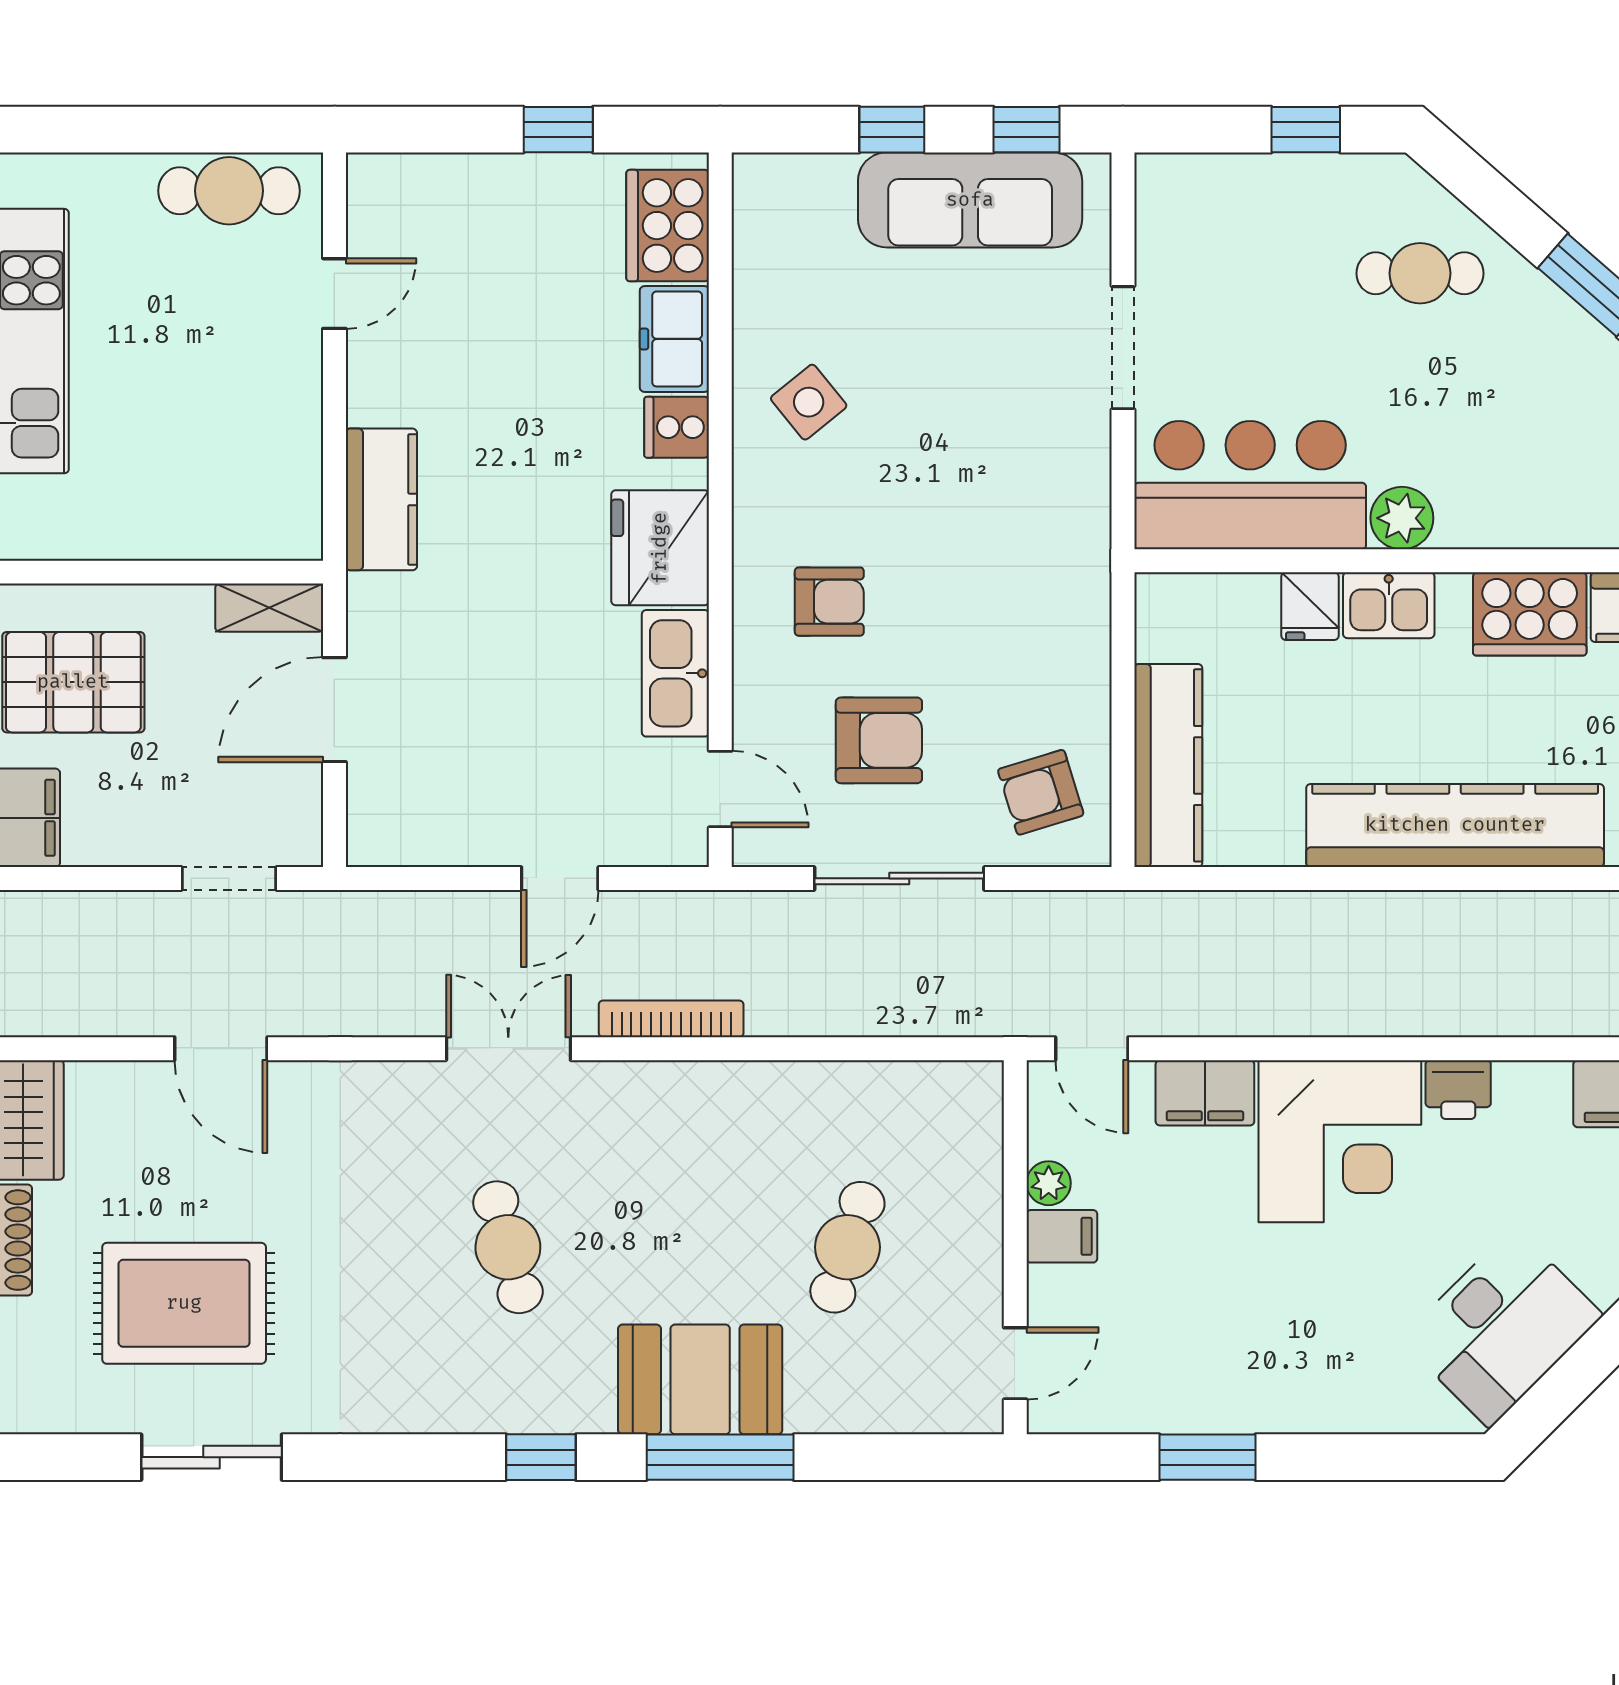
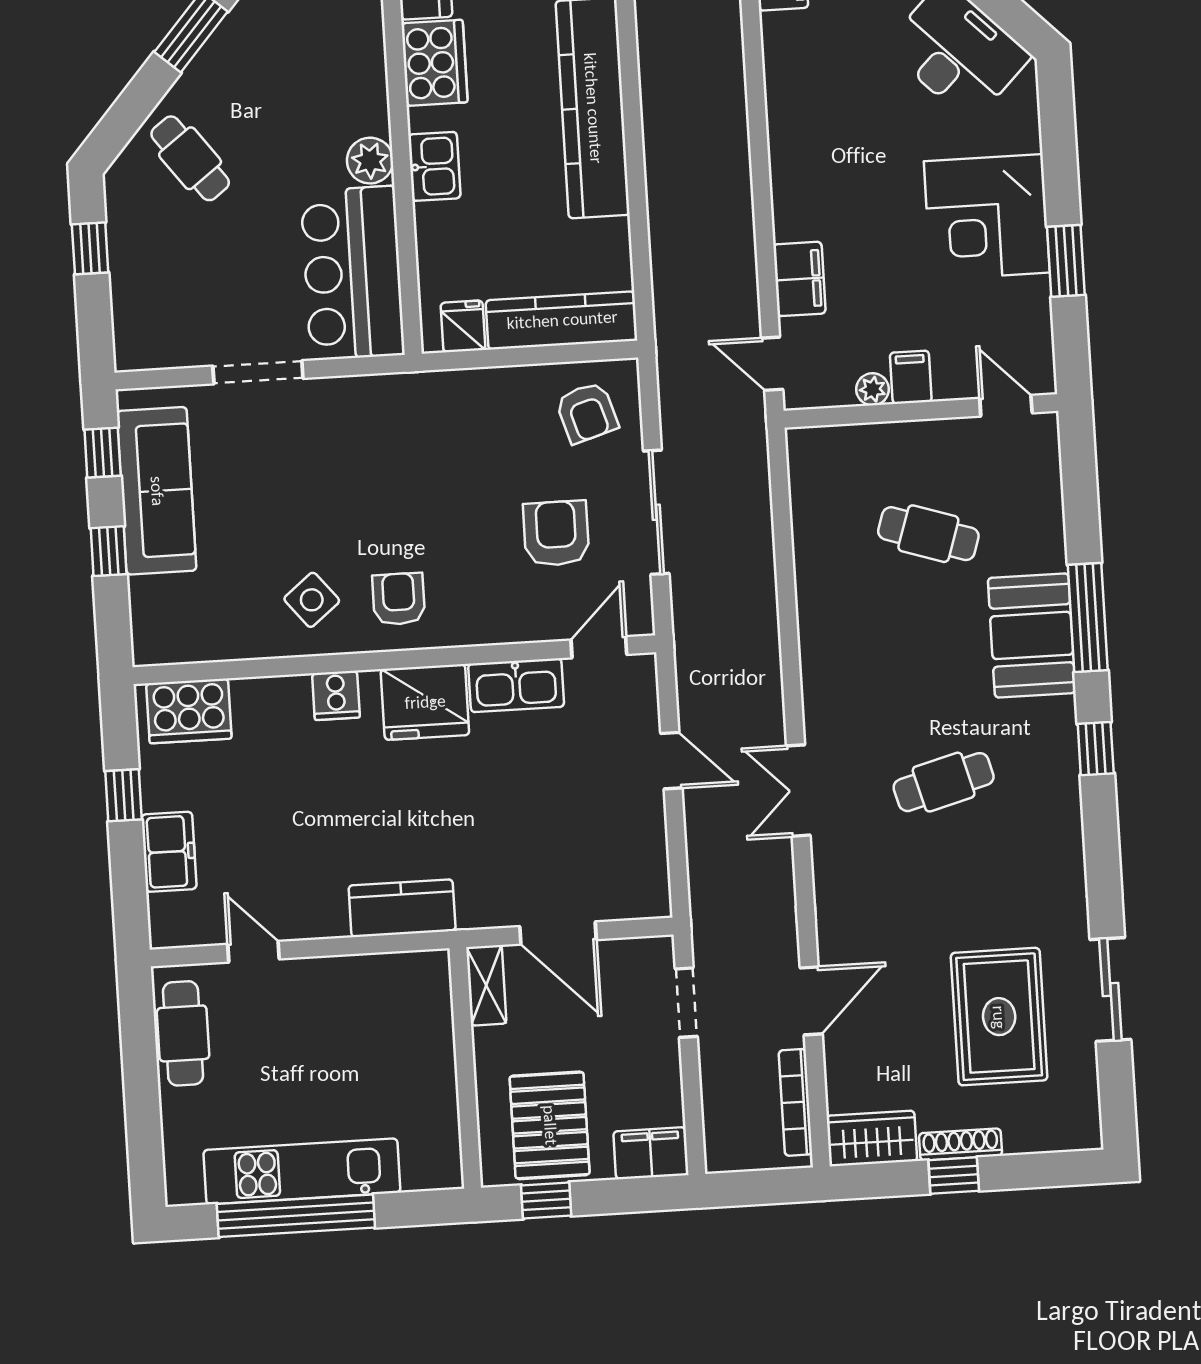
cafe table: (1420, 273) -> (190, 158), turned -37
freezer: (674, 339) -> (169, 852), moved, turned -90
armchair: (829, 602) -> (399, 599), moved
fridge: (1310, 606) -> (463, 326), moved, turned -90
bookcase: (671, 1019) -> (795, 1102), moved
door: (1092, 1049) -> (772, 364), swing flipped
printer: (1458, 1090) -> (786, 94), removed
corner desk: (1340, 1141) -> (987, 217), moved, turned 180

